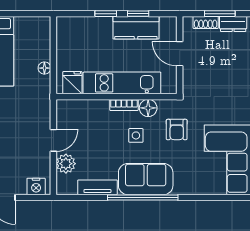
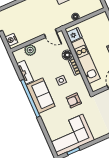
floor lamp: (148, 108) -> (67, 55), moved
door: (53, 140) -> (50, 33), moved

